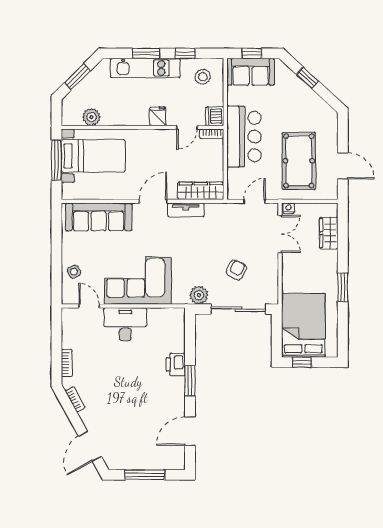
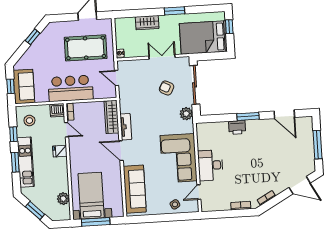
window: (307, 78) -> (33, 37), moved
wardrobe: (329, 233) -> (147, 23), moved
double door: (280, 234) -> (162, 57), moved
window: (302, 362) -> (229, 27), moved

